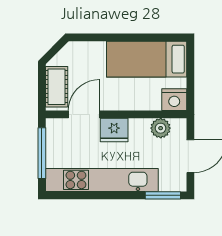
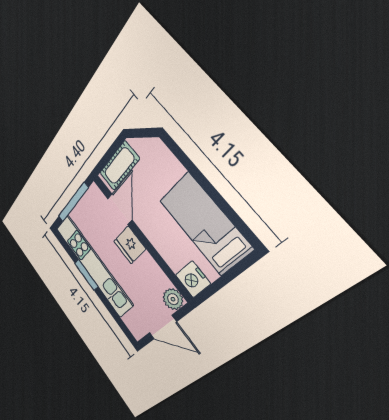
door: (84, 114) -> (120, 209), hinge flipped
plant: (161, 128) -> (173, 299), moved
window: (163, 195) -> (86, 275), moved

